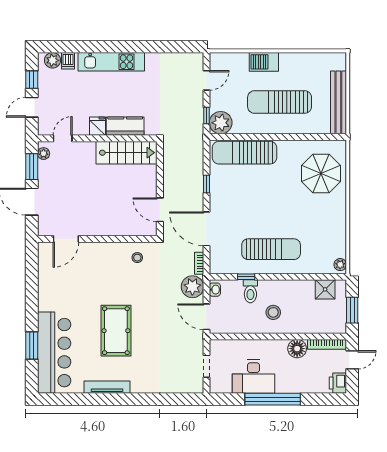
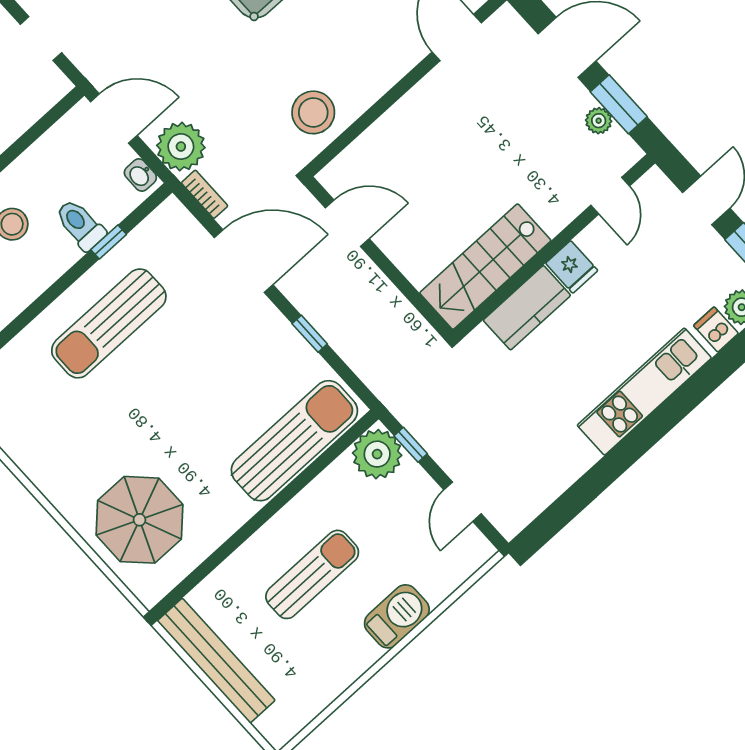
sun lounger: (280, 102) -> (312, 574), width x0.73, depth x0.75
plant: (44, 154) -> (599, 121), moved
stool: (137, 258) -> (313, 112), width x1.89, depth x1.89

